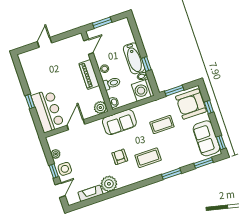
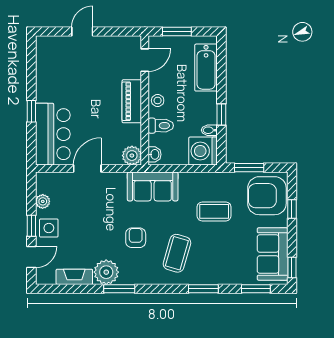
bathtub: (134, 58) -> (206, 68), moved
coffee table: (148, 158) -> (177, 253), turned -74
window: (120, 191) -> (119, 289), added

